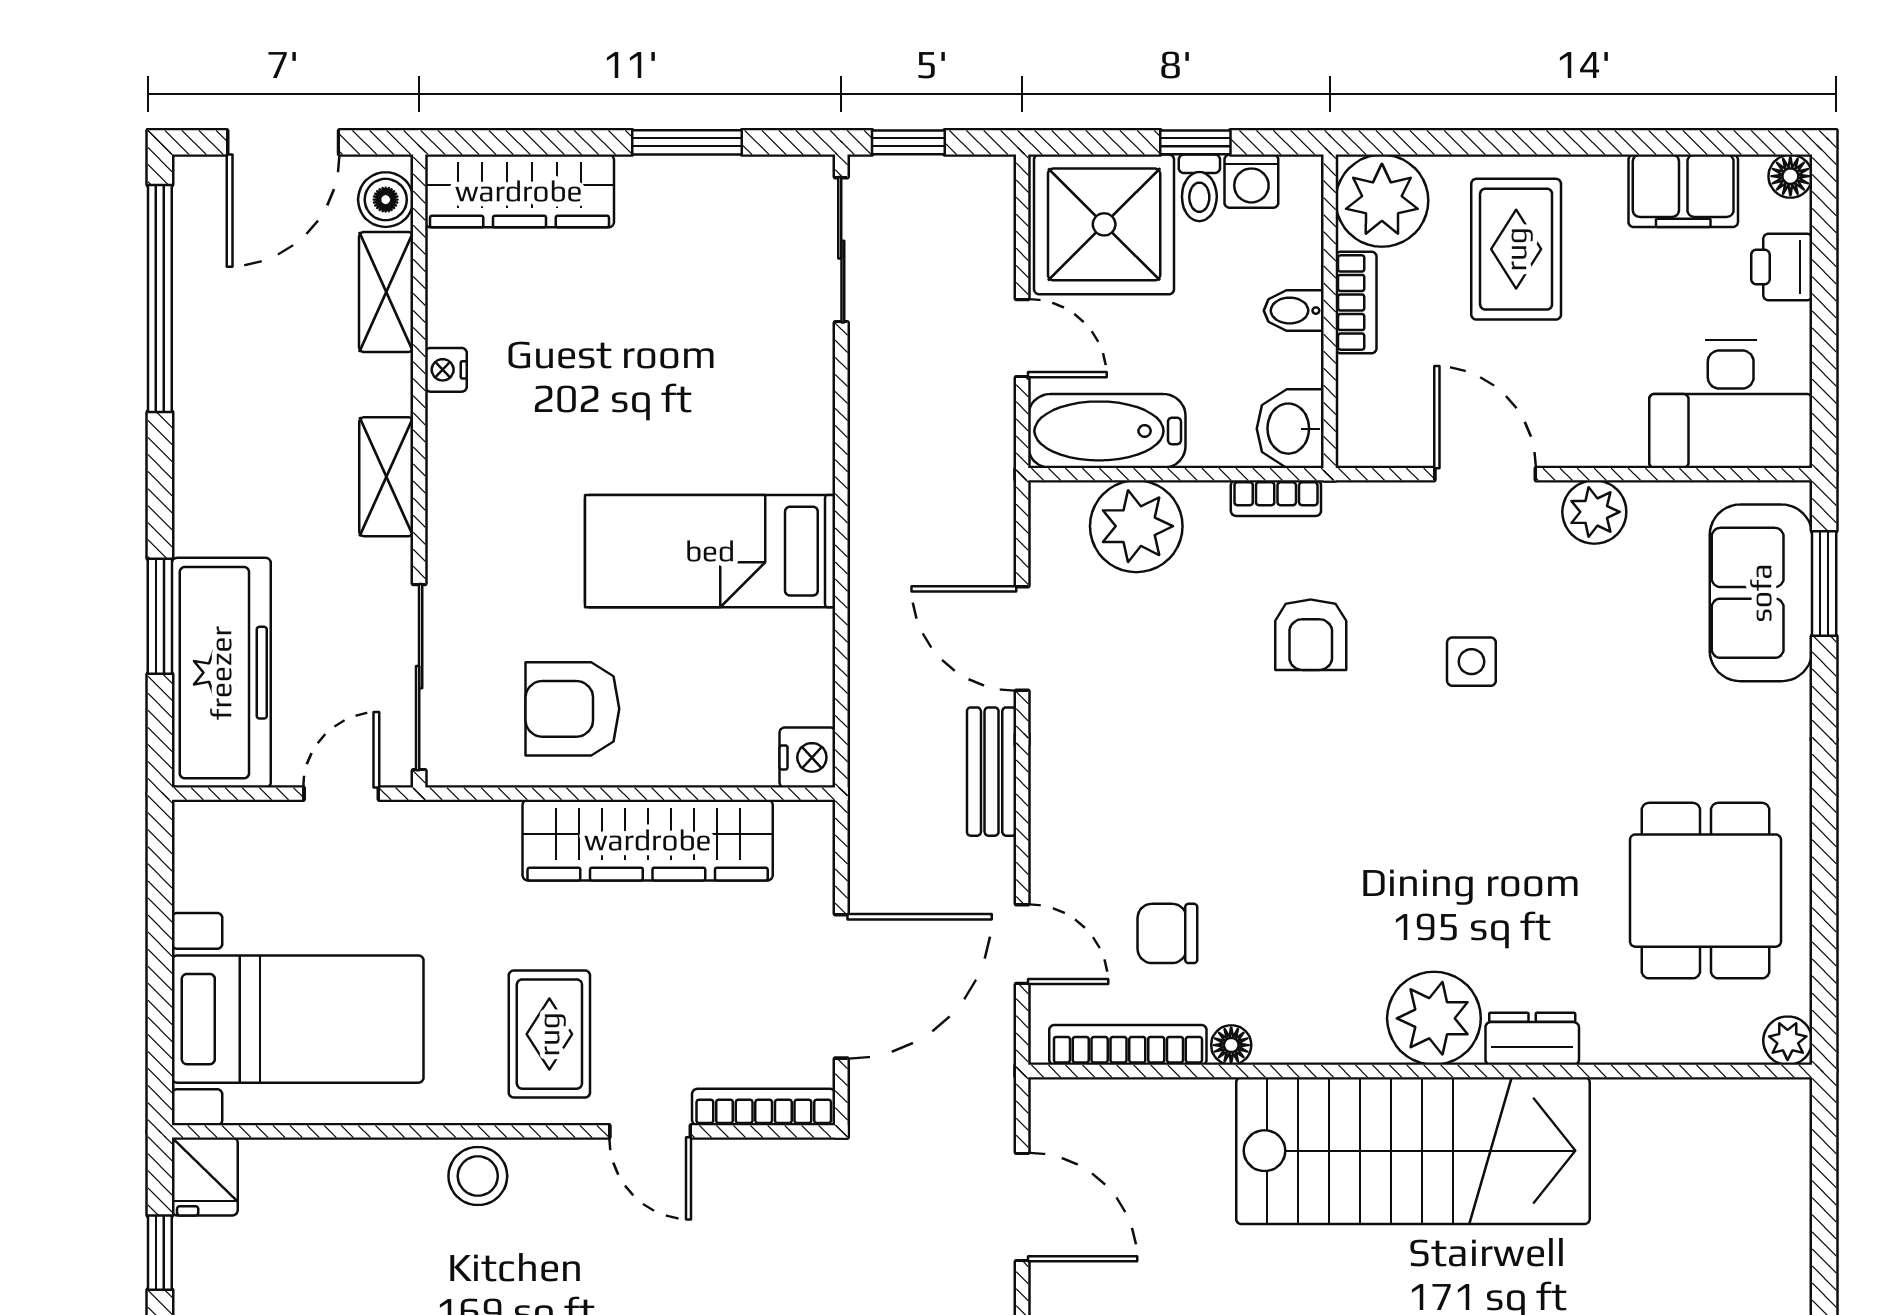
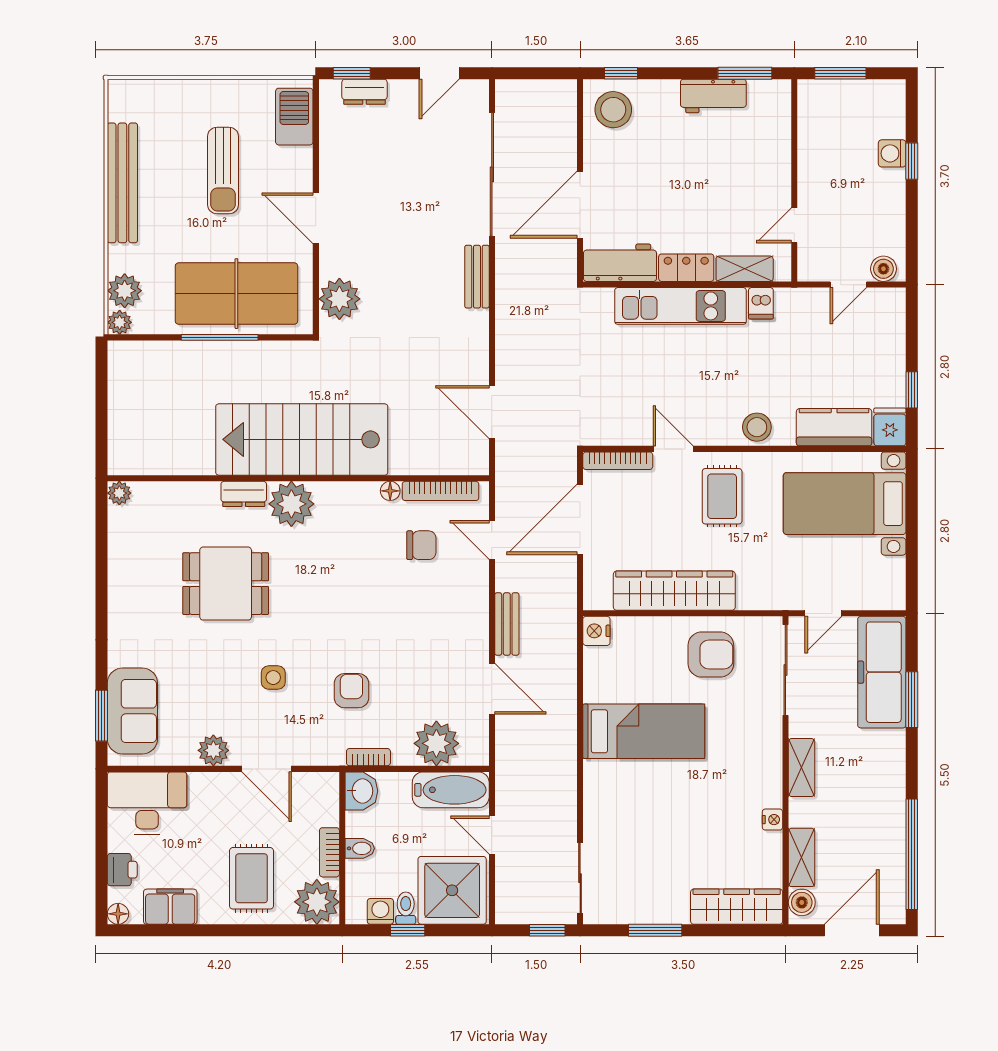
dining table: (1705, 891) -> (226, 584), moved, turned 90
kitchen counter: (319, 1176) -> (834, 427), added

